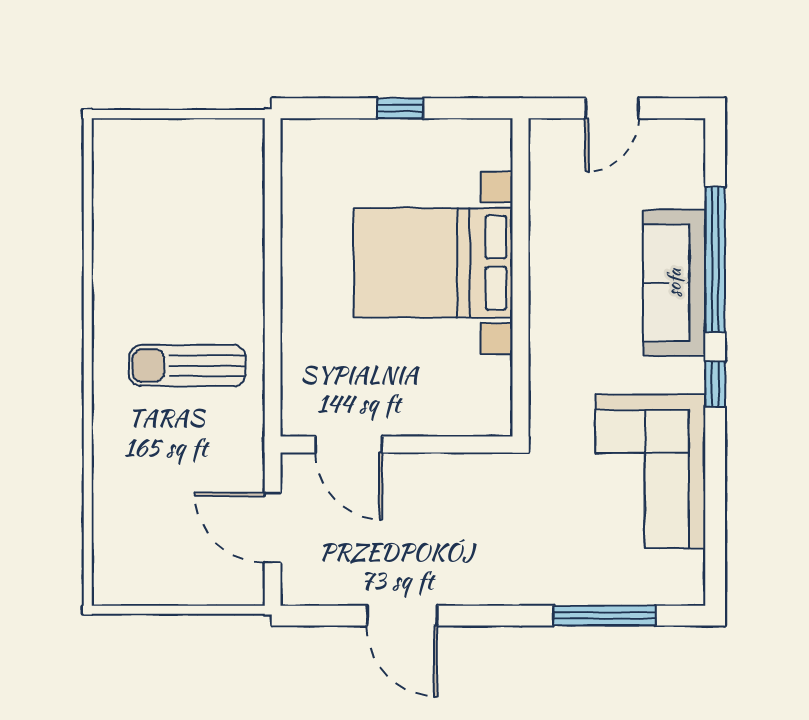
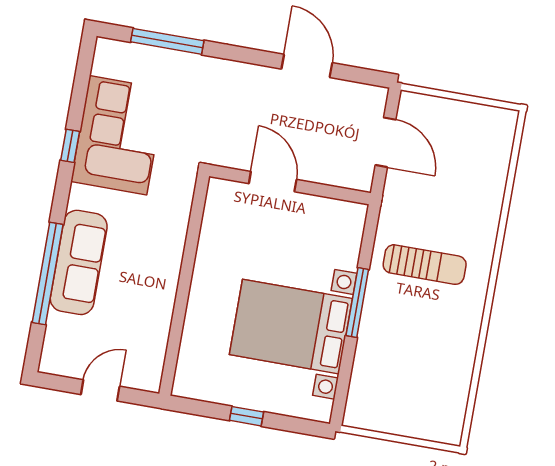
bed with nightstands: (433, 263) -> (291, 327), moved, turned 180
window: (273, 296) -> (357, 302), added
window: (715, 384) -> (70, 146), moved
door: (349, 445) -> (273, 182), moved

